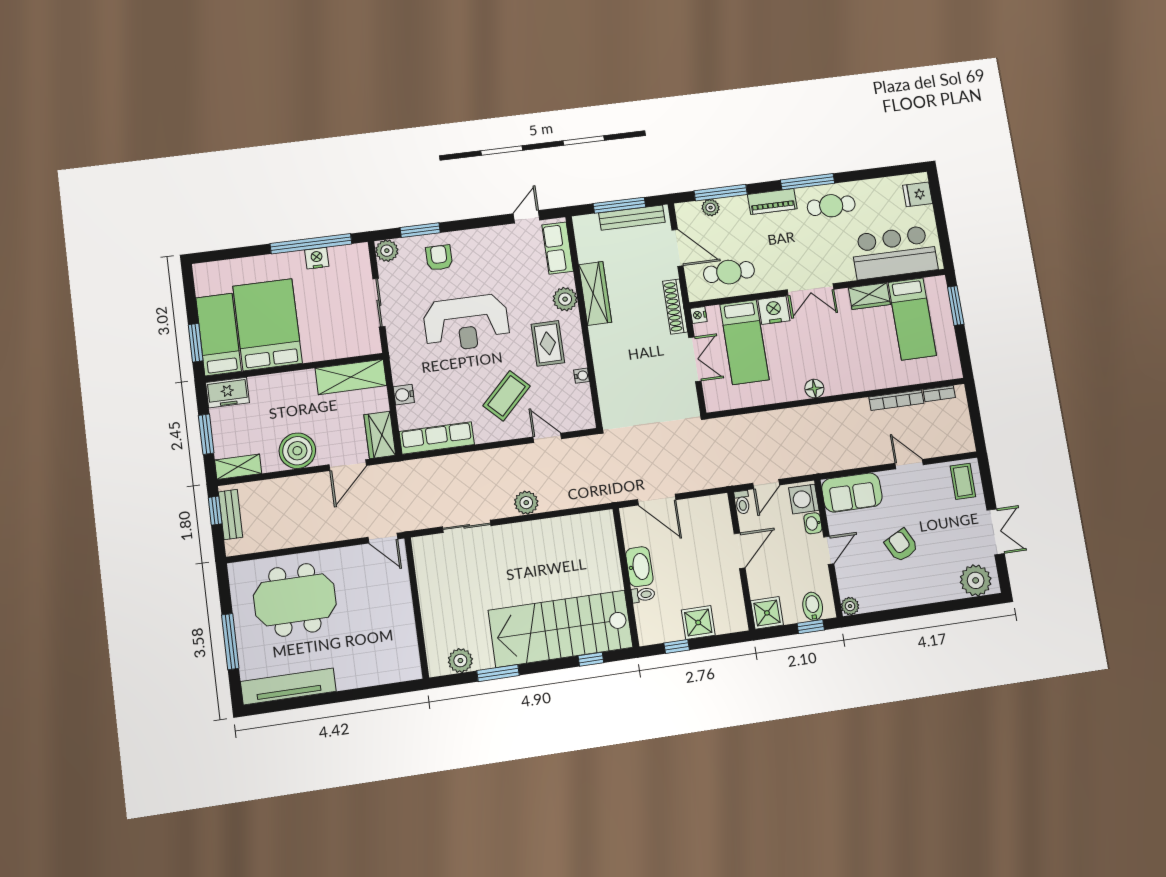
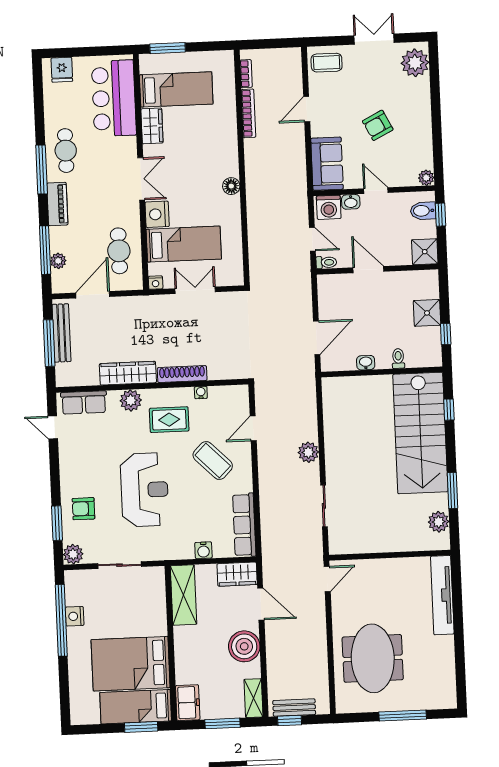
shoe rack: (675, 307) -> (182, 374), moved, turned 180
washbasin: (639, 567) -> (366, 363), width x0.52, depth x0.69
tv unit: (288, 686) -> (442, 595), moved

